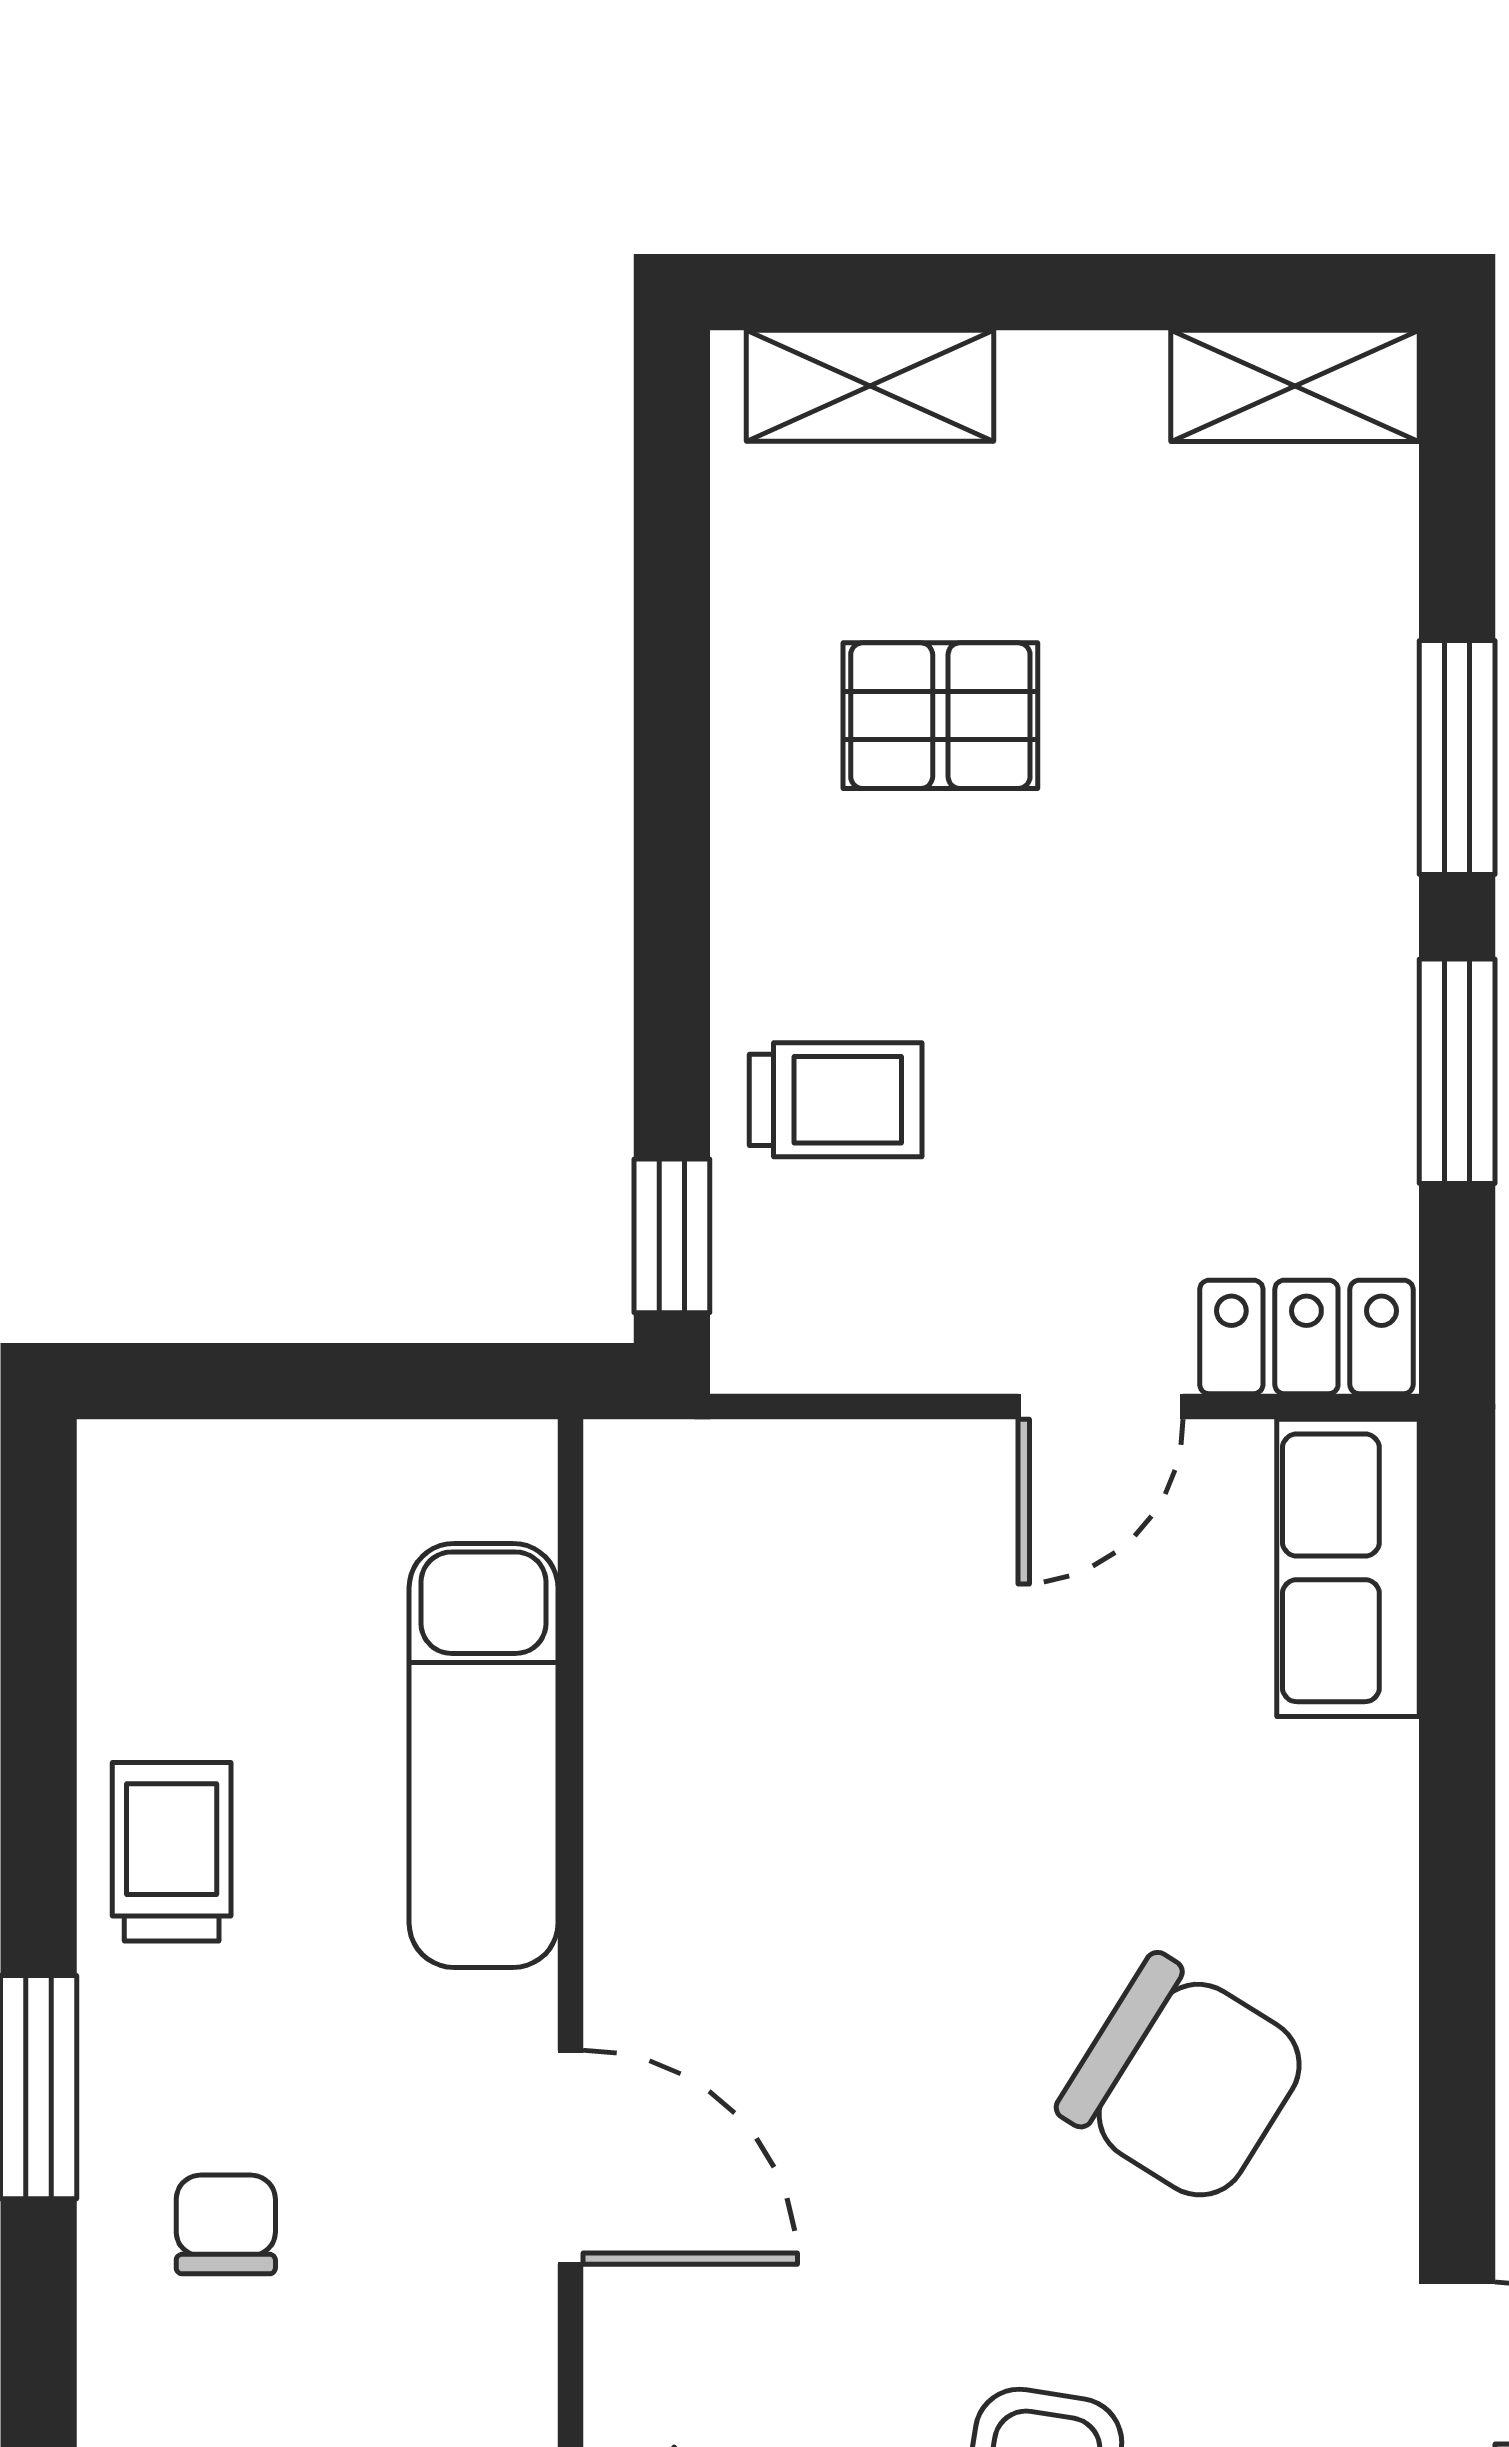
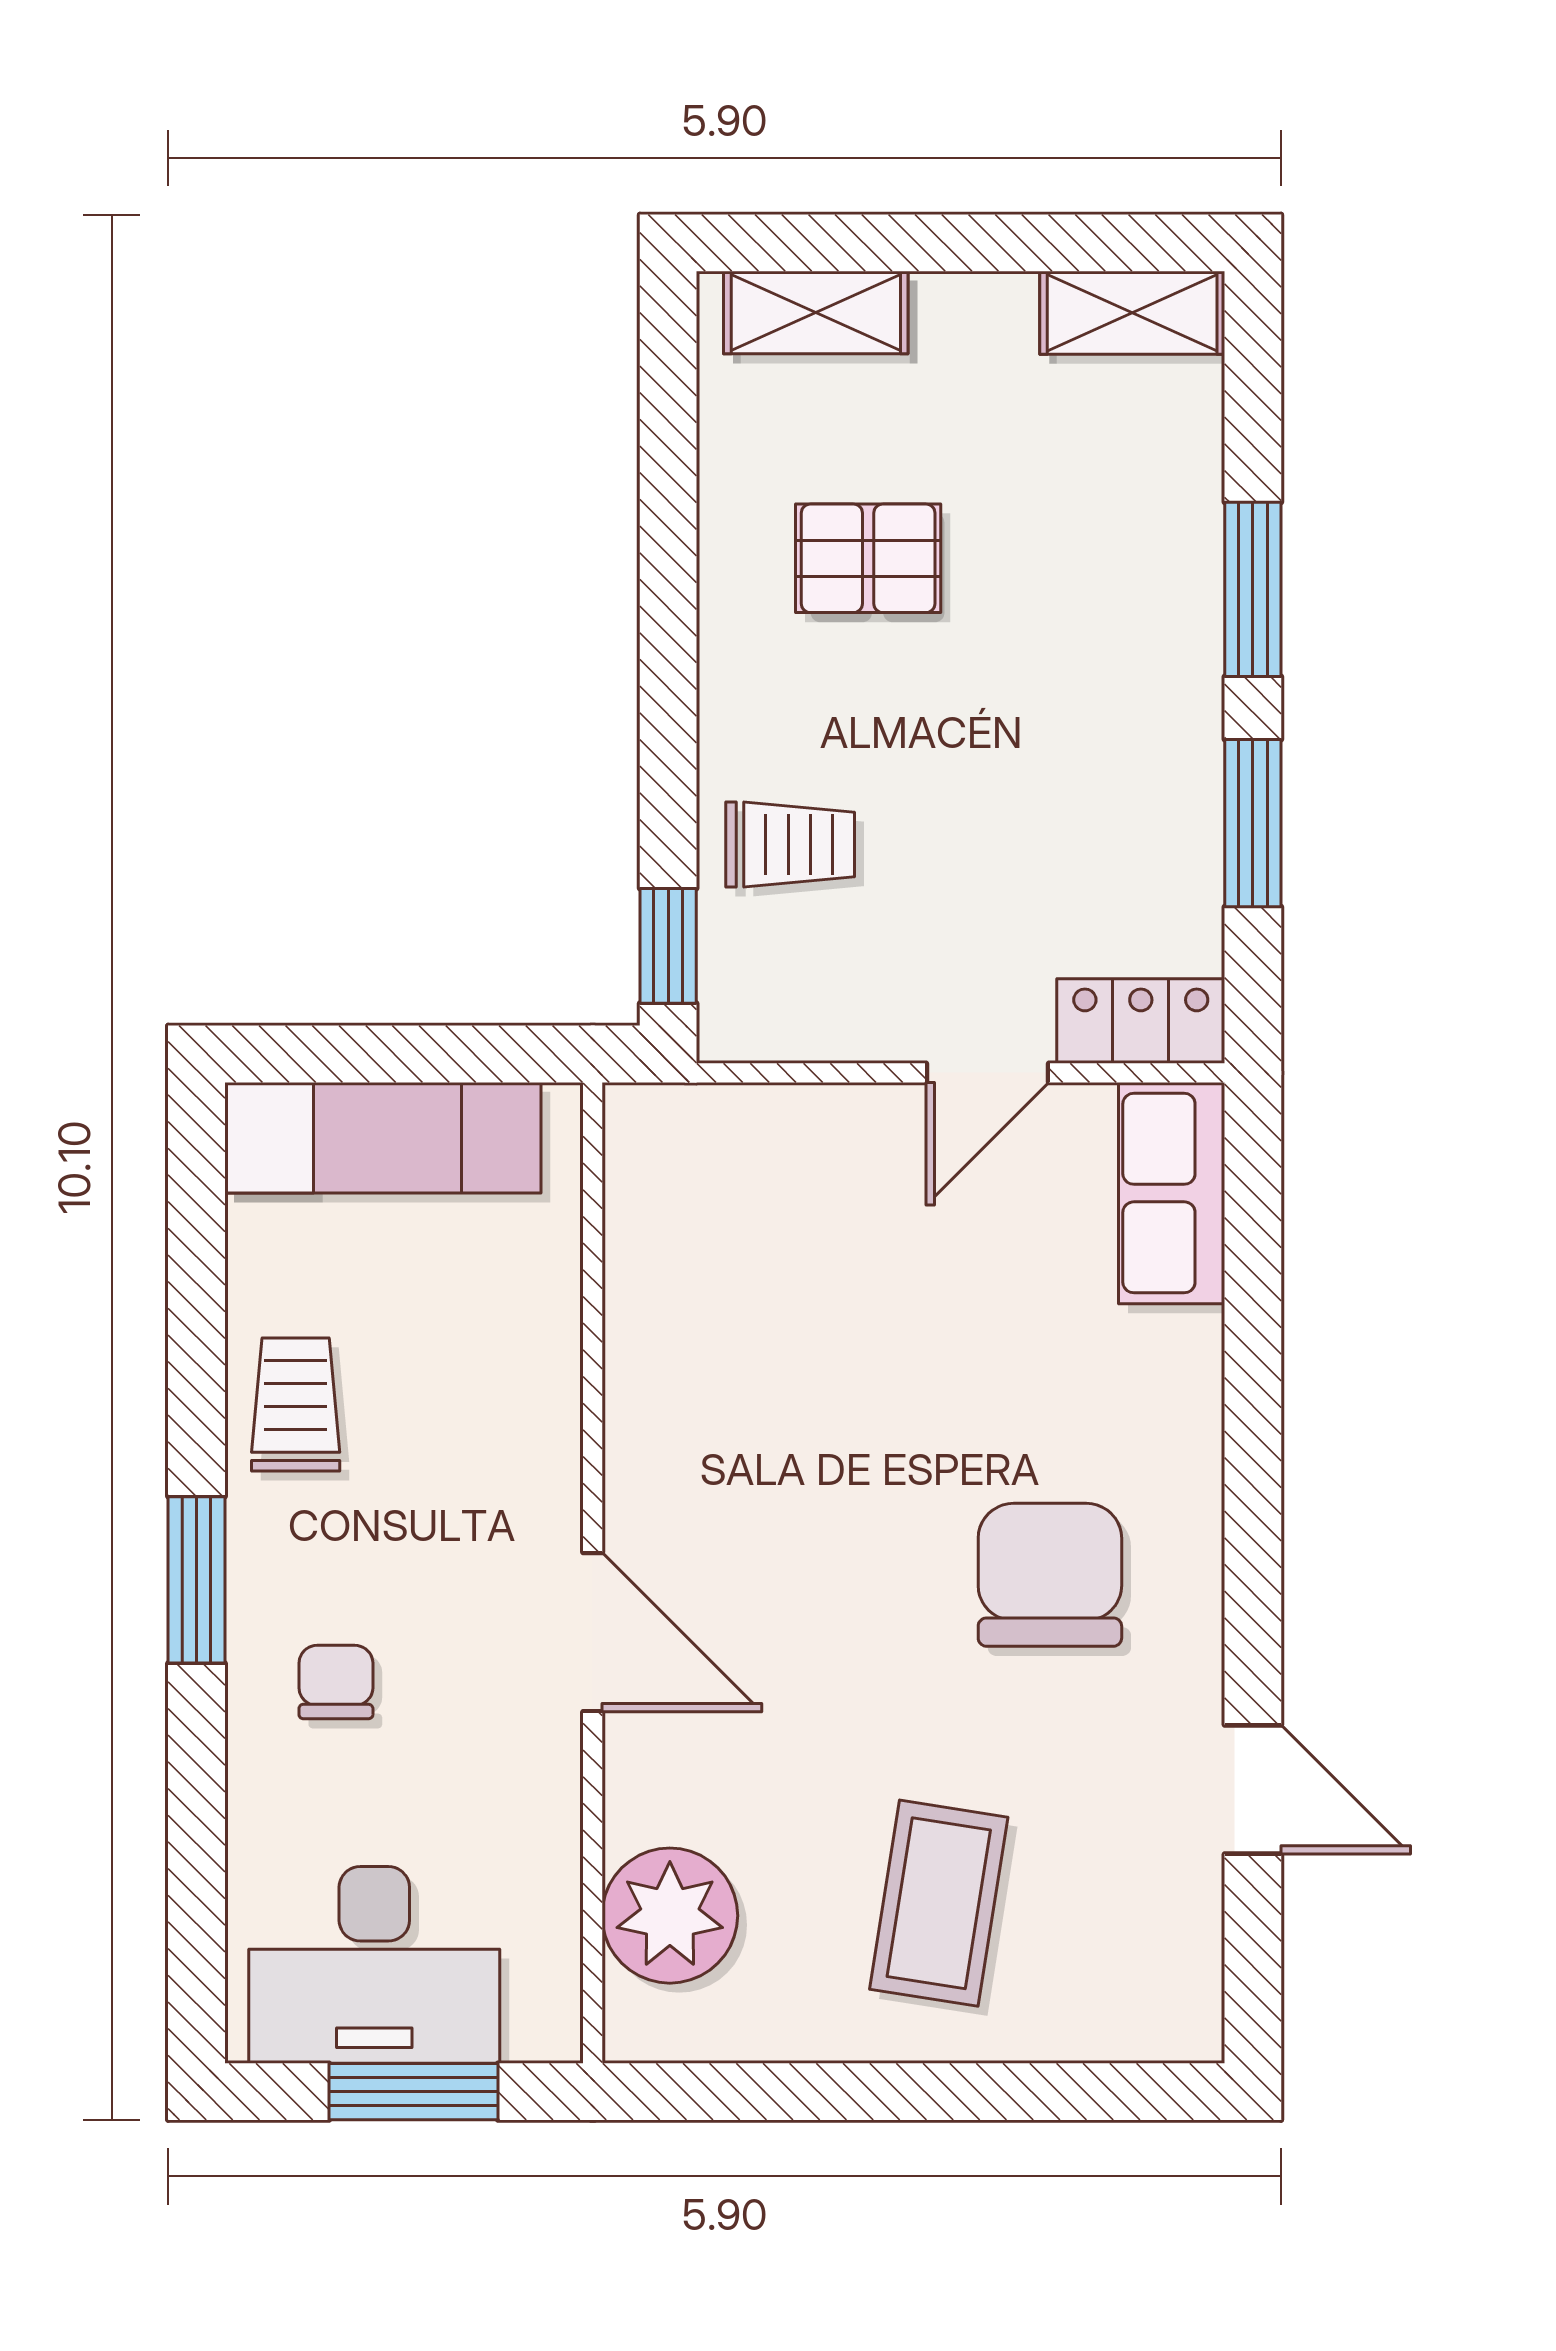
exam couch: (484, 1755) -> (383, 1138), moved, turned -90
chair: (1184, 2080) -> (1050, 1575), turned -122

